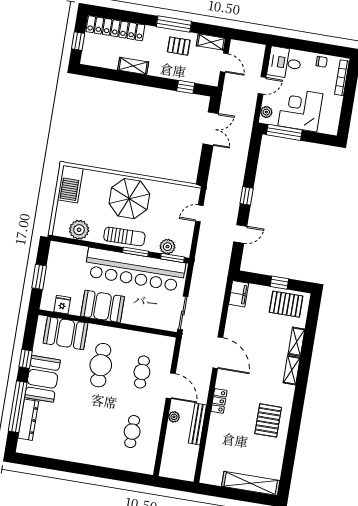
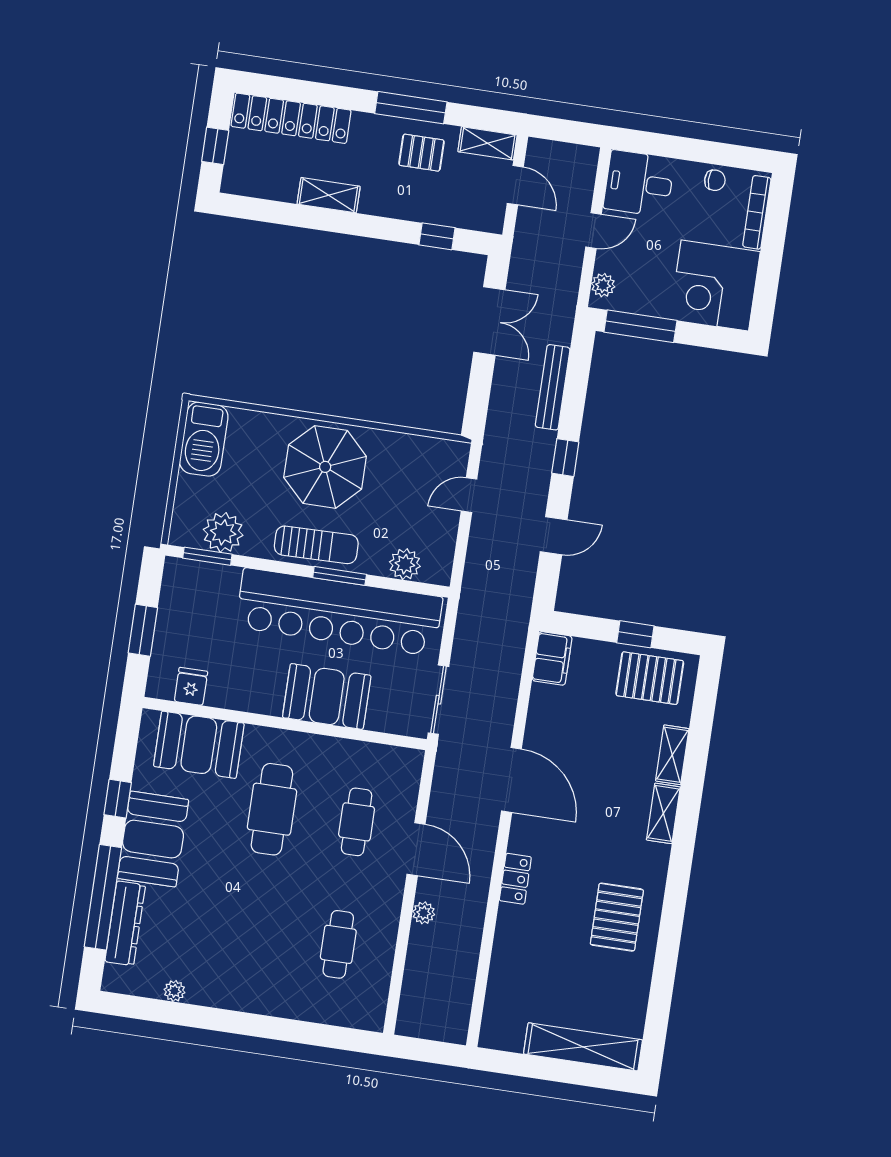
corner desk: (300, 110) -> (715, 285), moved, turned -90
window: (172, 258) -> (207, 556), moved
booth: (103, 306) -> (327, 696), moved
bench: (197, 424) -> (553, 387), moved
plant: (52, 453) -> (174, 991), added

